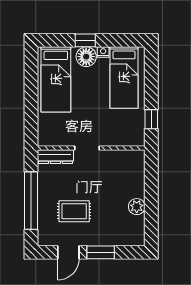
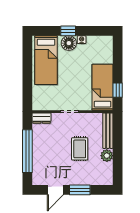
bed: (124, 77) -> (102, 87), moved, turned 180
dresser: (55, 157) -> (42, 118), width x0.70
bench: (138, 173) -> (108, 131), added
rug: (74, 211) -> (80, 149), moved, turned 90

